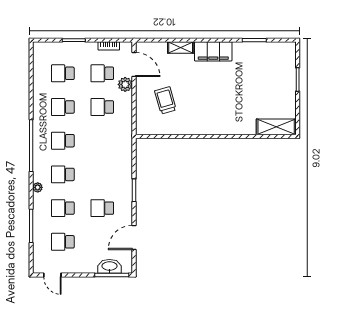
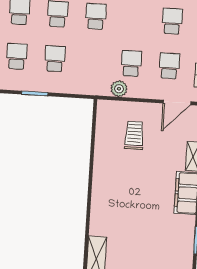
plant: (125, 84) -> (119, 89), moved
trolley: (165, 100) -> (134, 135), turned -74
school desk: (63, 107) -> (55, 59), moved

